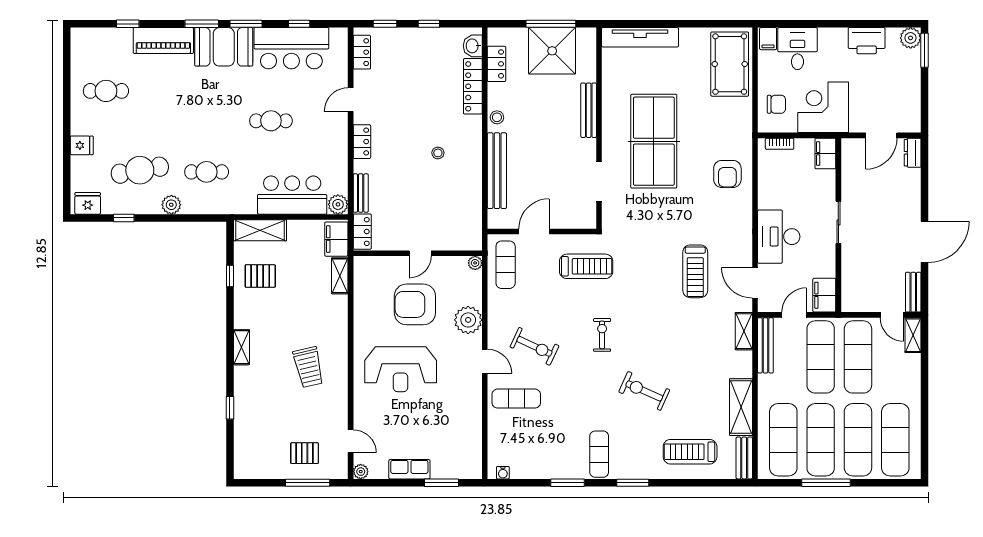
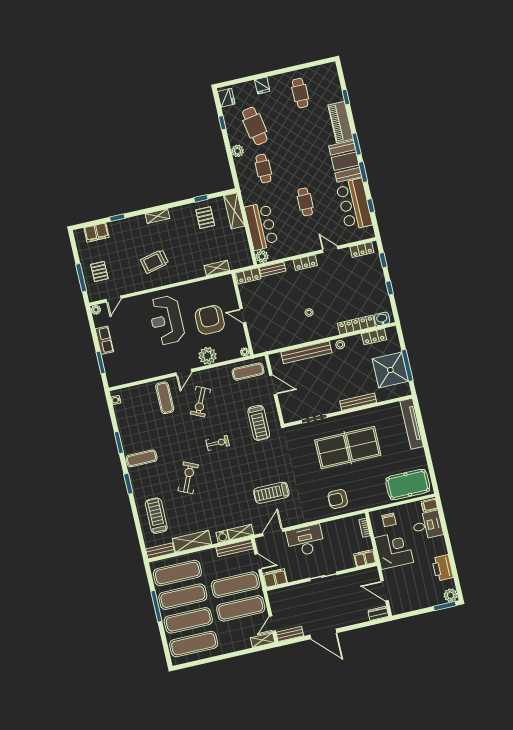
filing cabinet: (336, 239) -> (96, 232), moved, turned 180
water cooler: (744, 360) -> (222, 536), added

